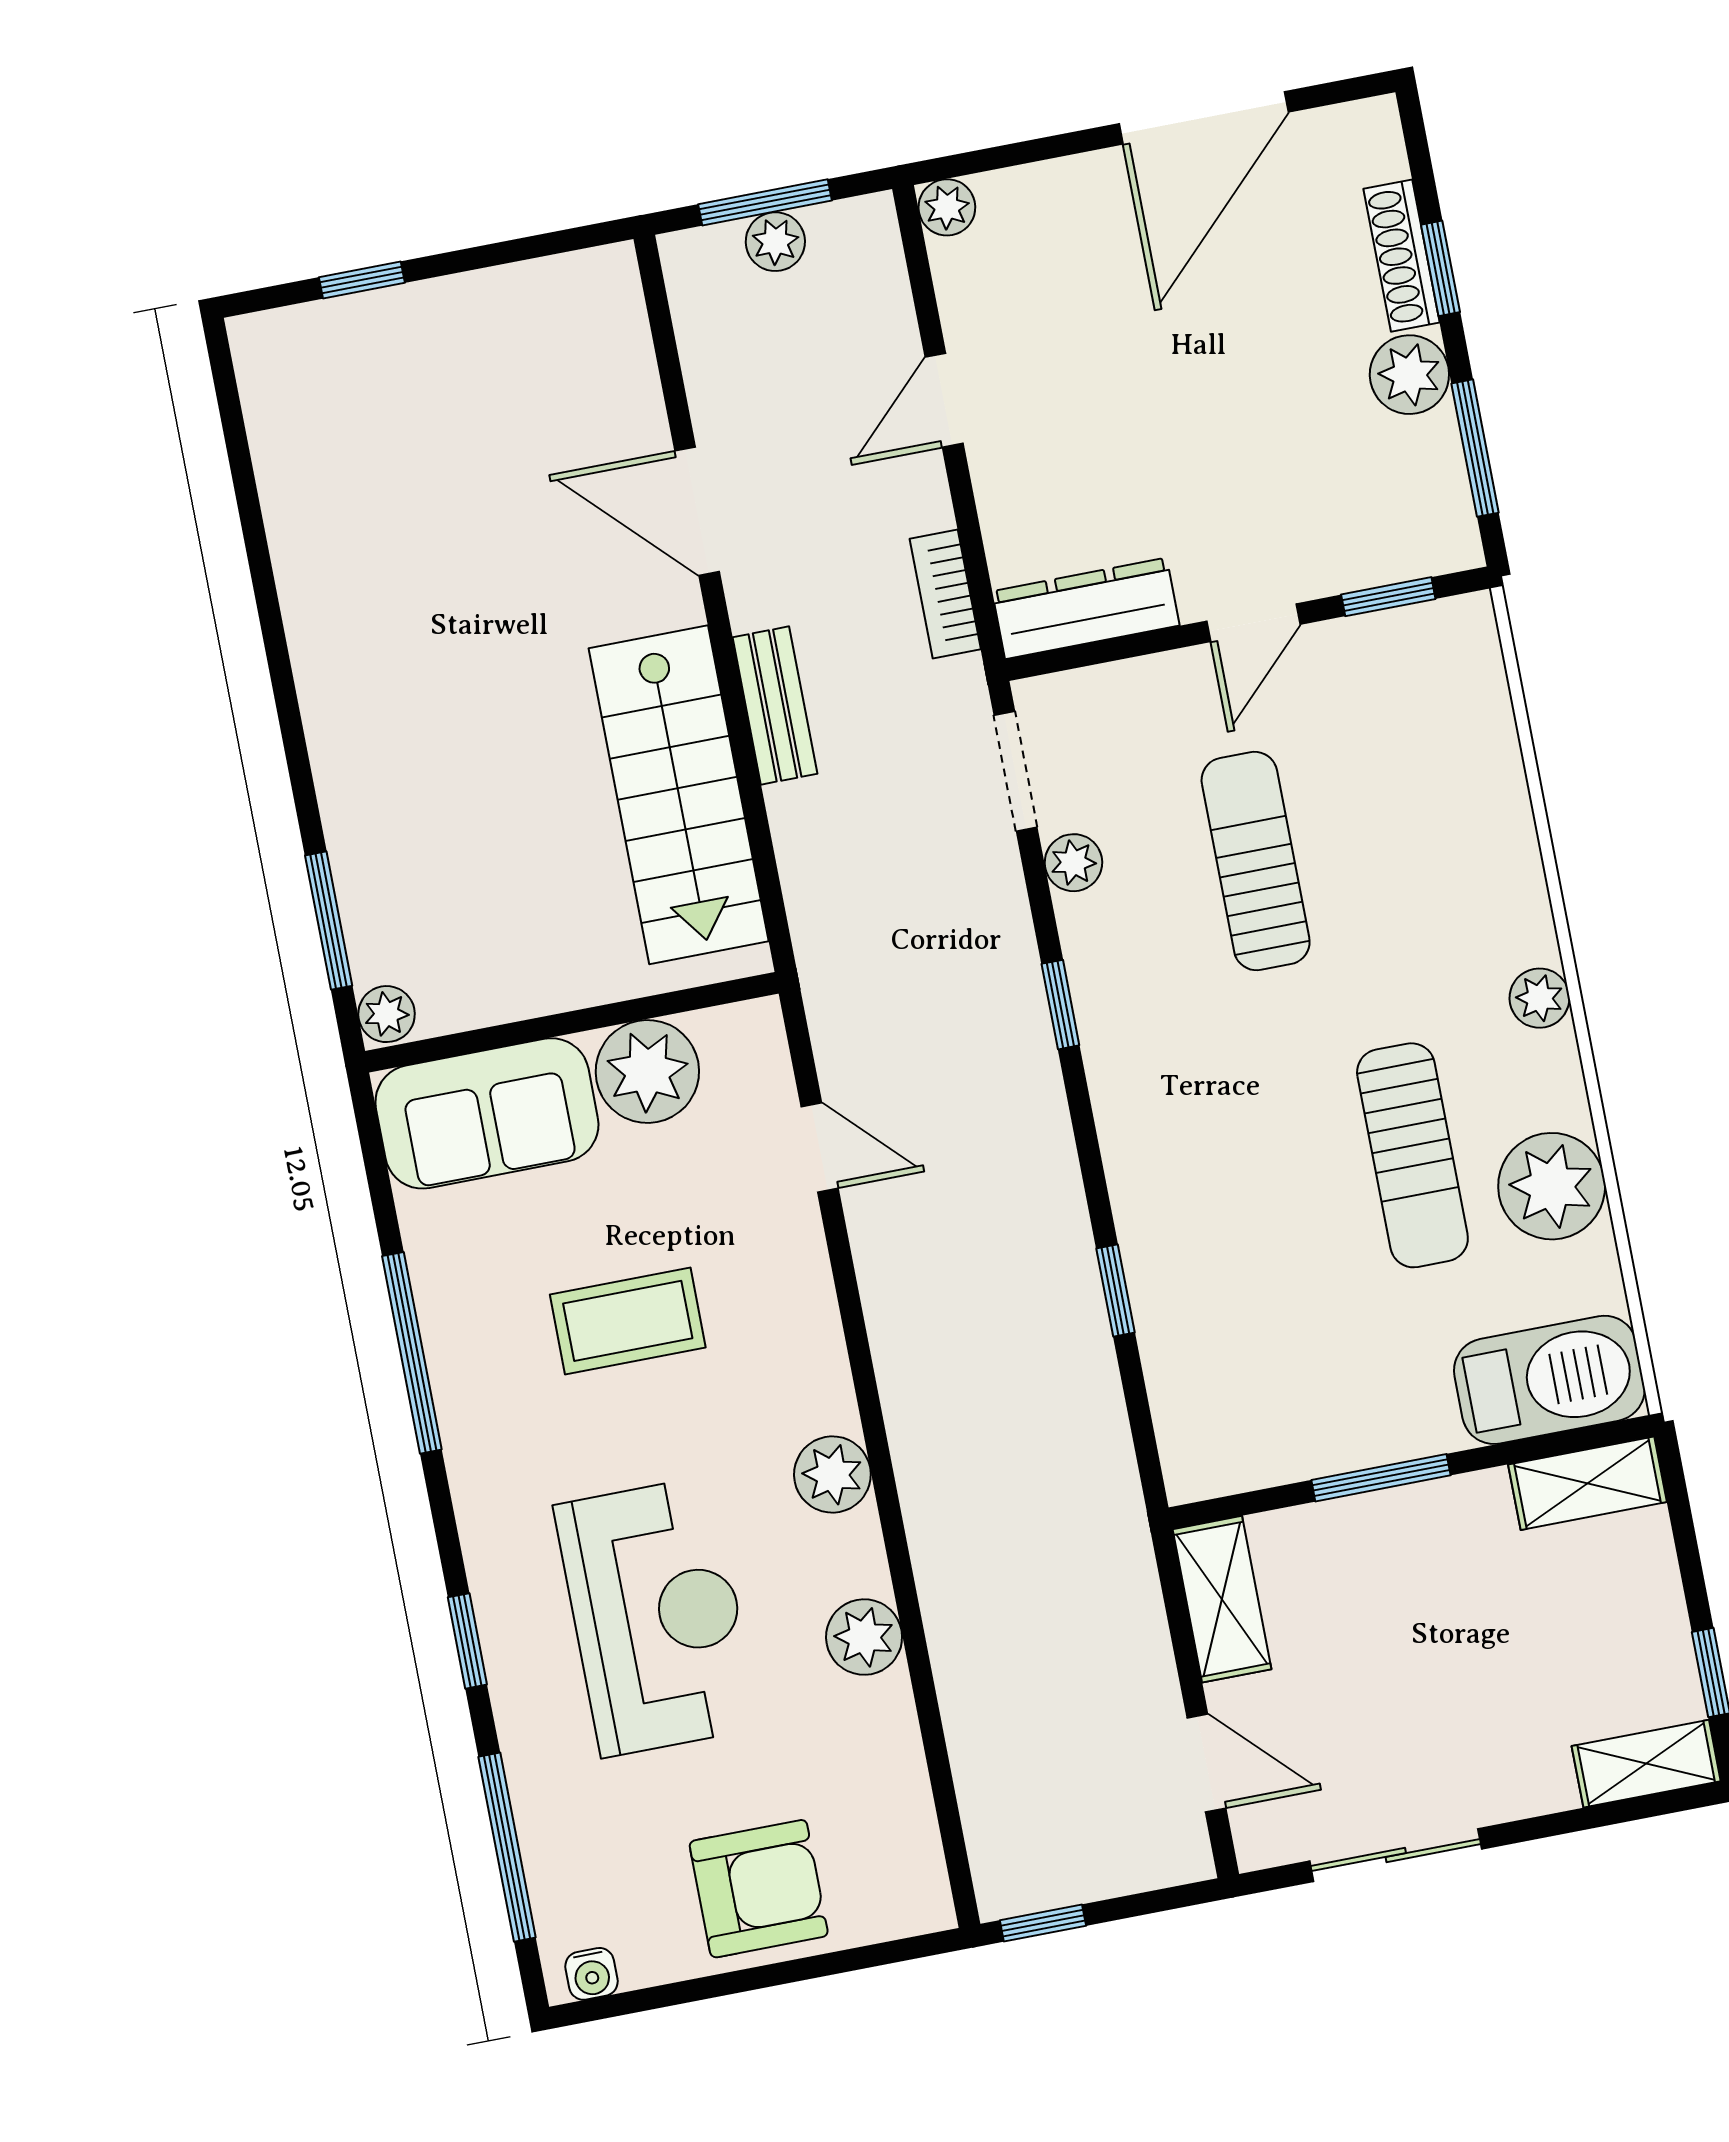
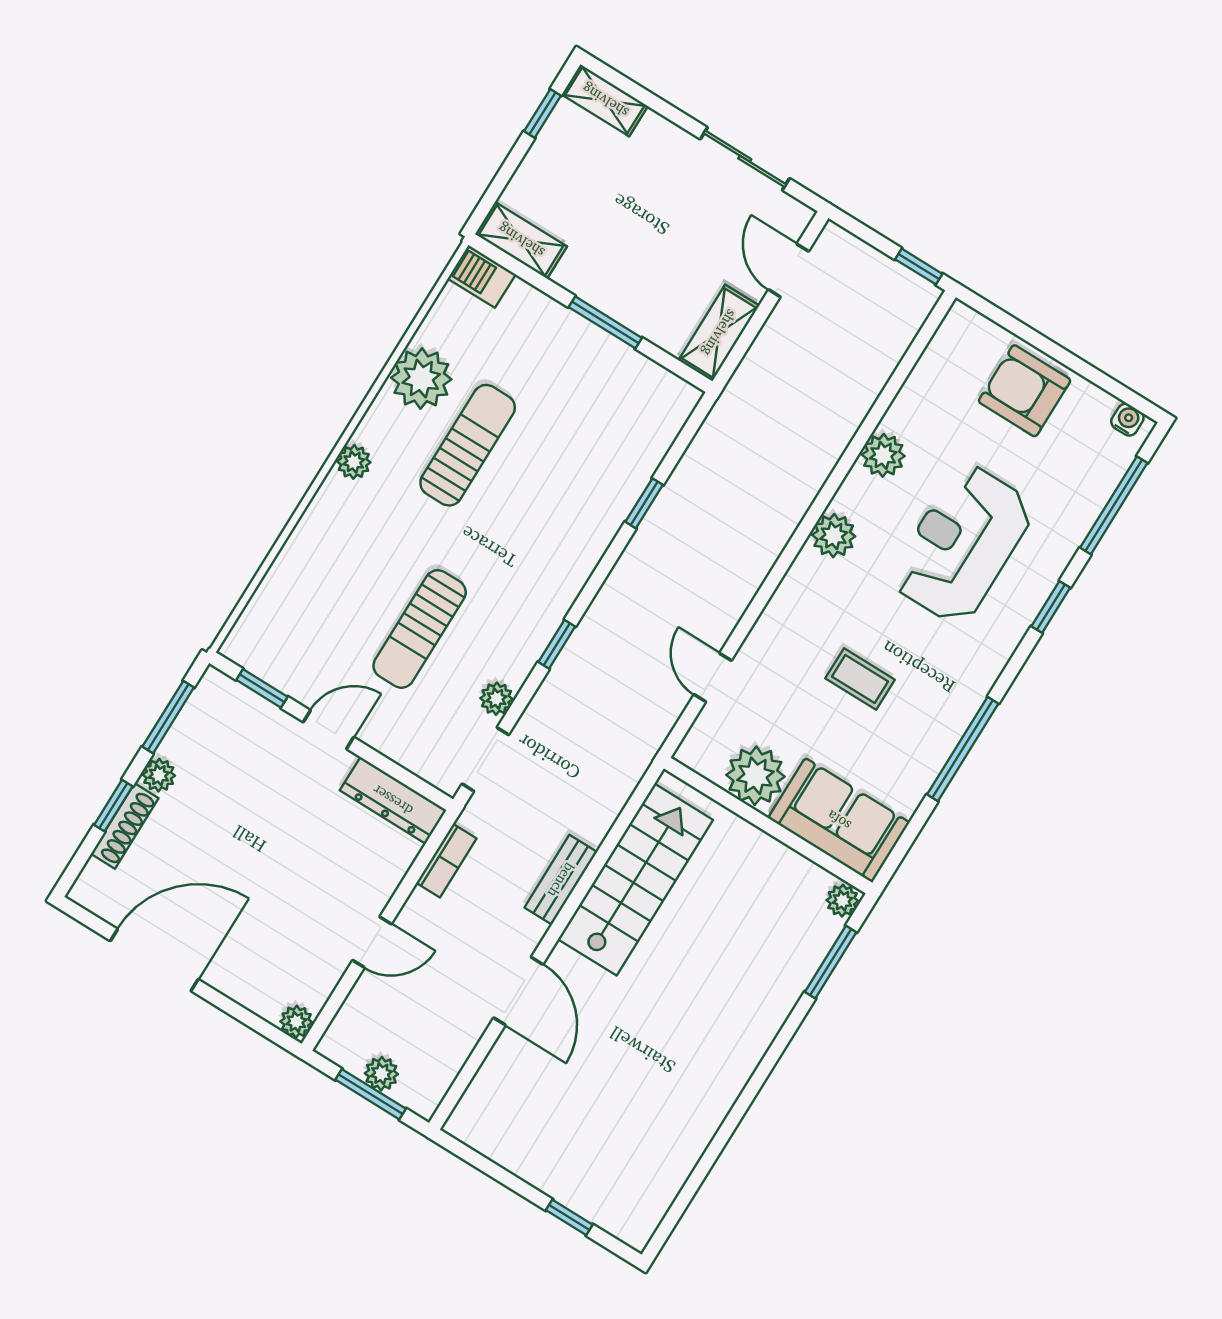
plant: (1409, 375) -> (159, 775), width x0.73, depth x0.73
coffee table: (628, 1321) -> (860, 679), width x0.73, depth x0.77
barbecue: (1549, 1380) -> (482, 276), width x0.53, depth x0.65

